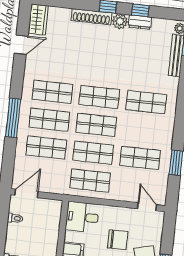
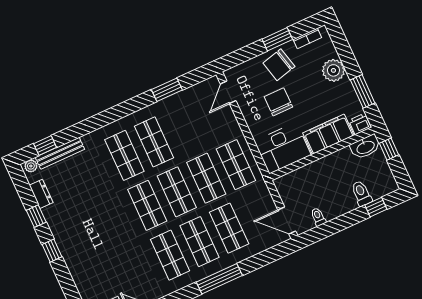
shoe rack: (91, 17) -> (72, 261), removed
plant: (120, 21) -> (60, 230), removed
dresser: (140, 22) -> (41, 194), moved
shop shelf: (140, 158) -> (154, 142), moved
desk: (82, 217) -> (283, 148), width x1.37

